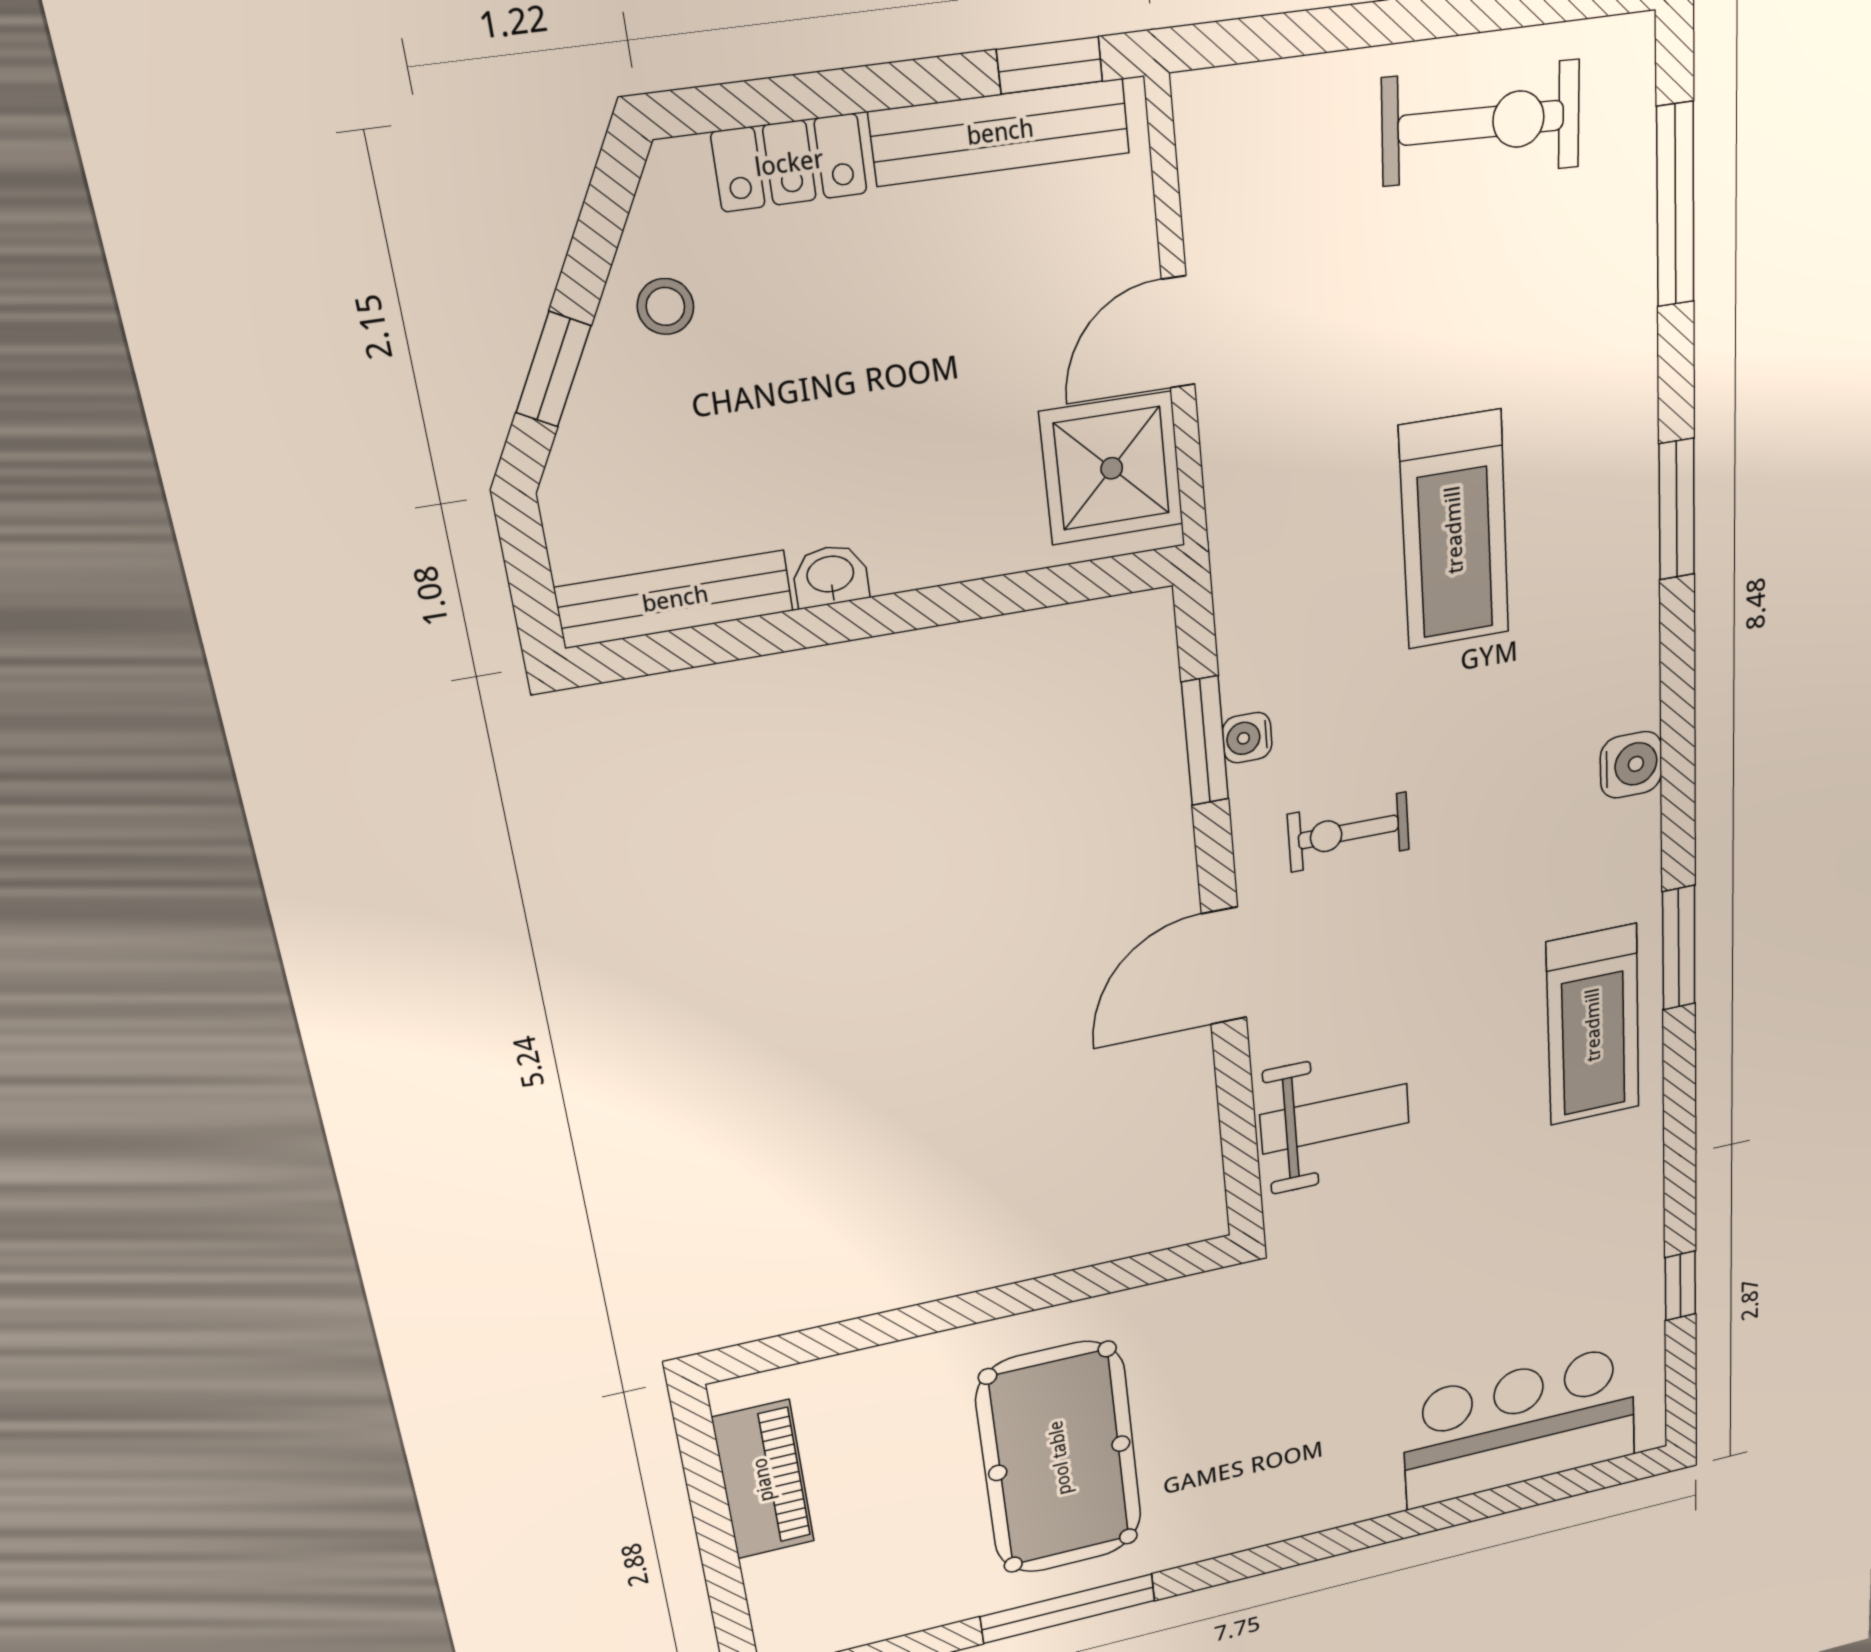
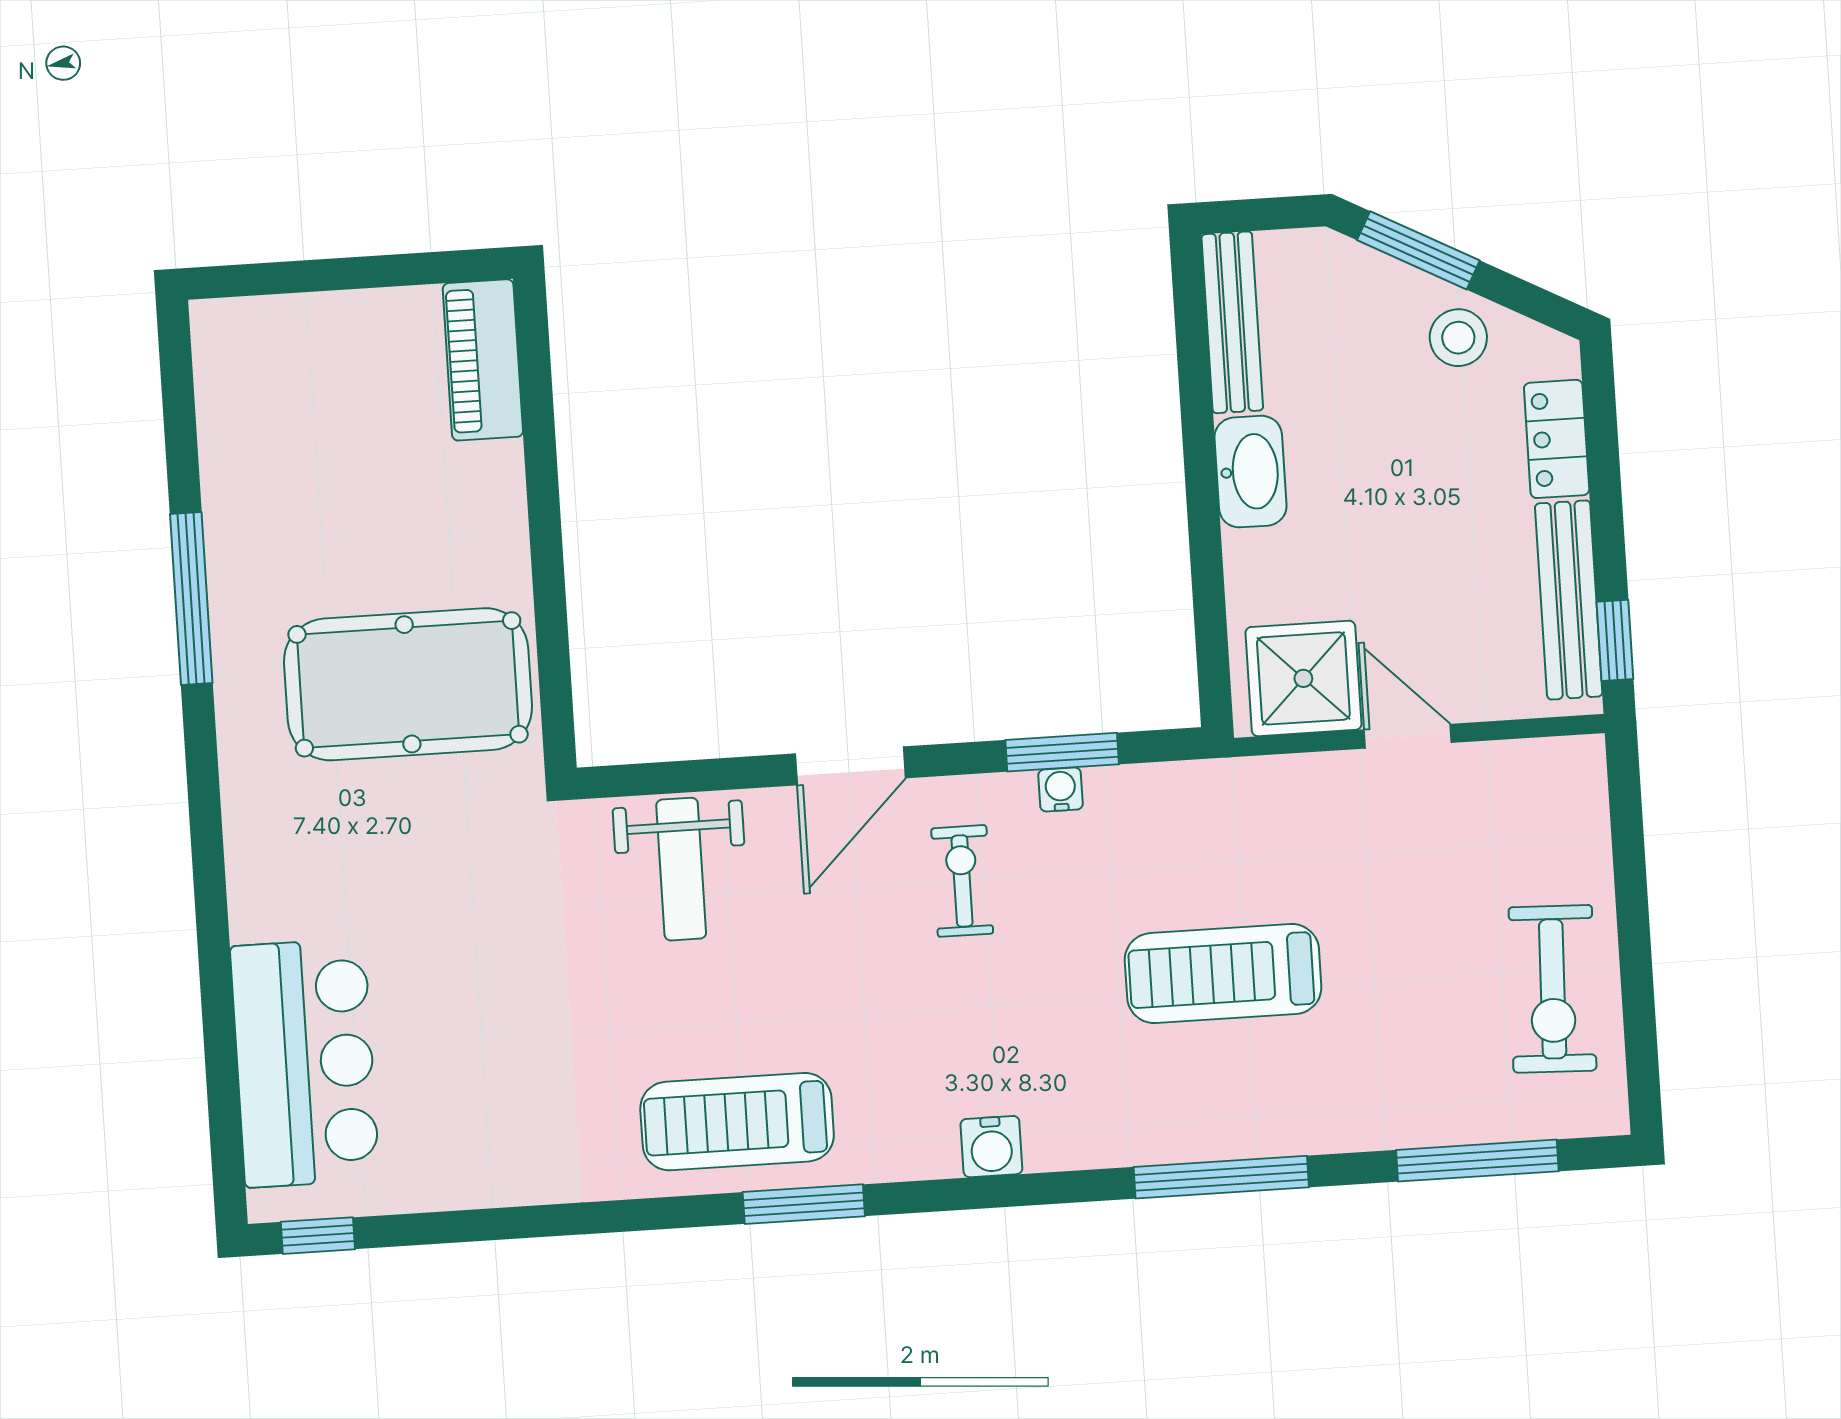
stool: (665, 306) -> (1458, 338), width x1.37, depth x1.37
window: (553, 369) -> (1418, 250), width x1.50
window: (1677, 509) -> (1221, 1177), width x1.44
washbasin: (831, 576) -> (1250, 472), width x1.91, depth x1.45
door: (1224, 966) -> (850, 766), swing flipped
window: (1680, 1286) -> (318, 1236), moved
pool table: (1060, 1458) -> (408, 684), moved
piano: (763, 1480) -> (483, 360), moved, turned 90

